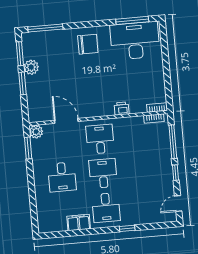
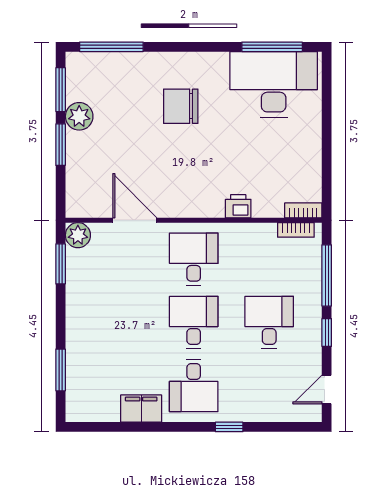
chair: (88, 44) -> (181, 106), moved, turned 180
desk: (62, 177) -> (269, 322), moved, turned 180
window: (33, 205) -> (61, 370), added

